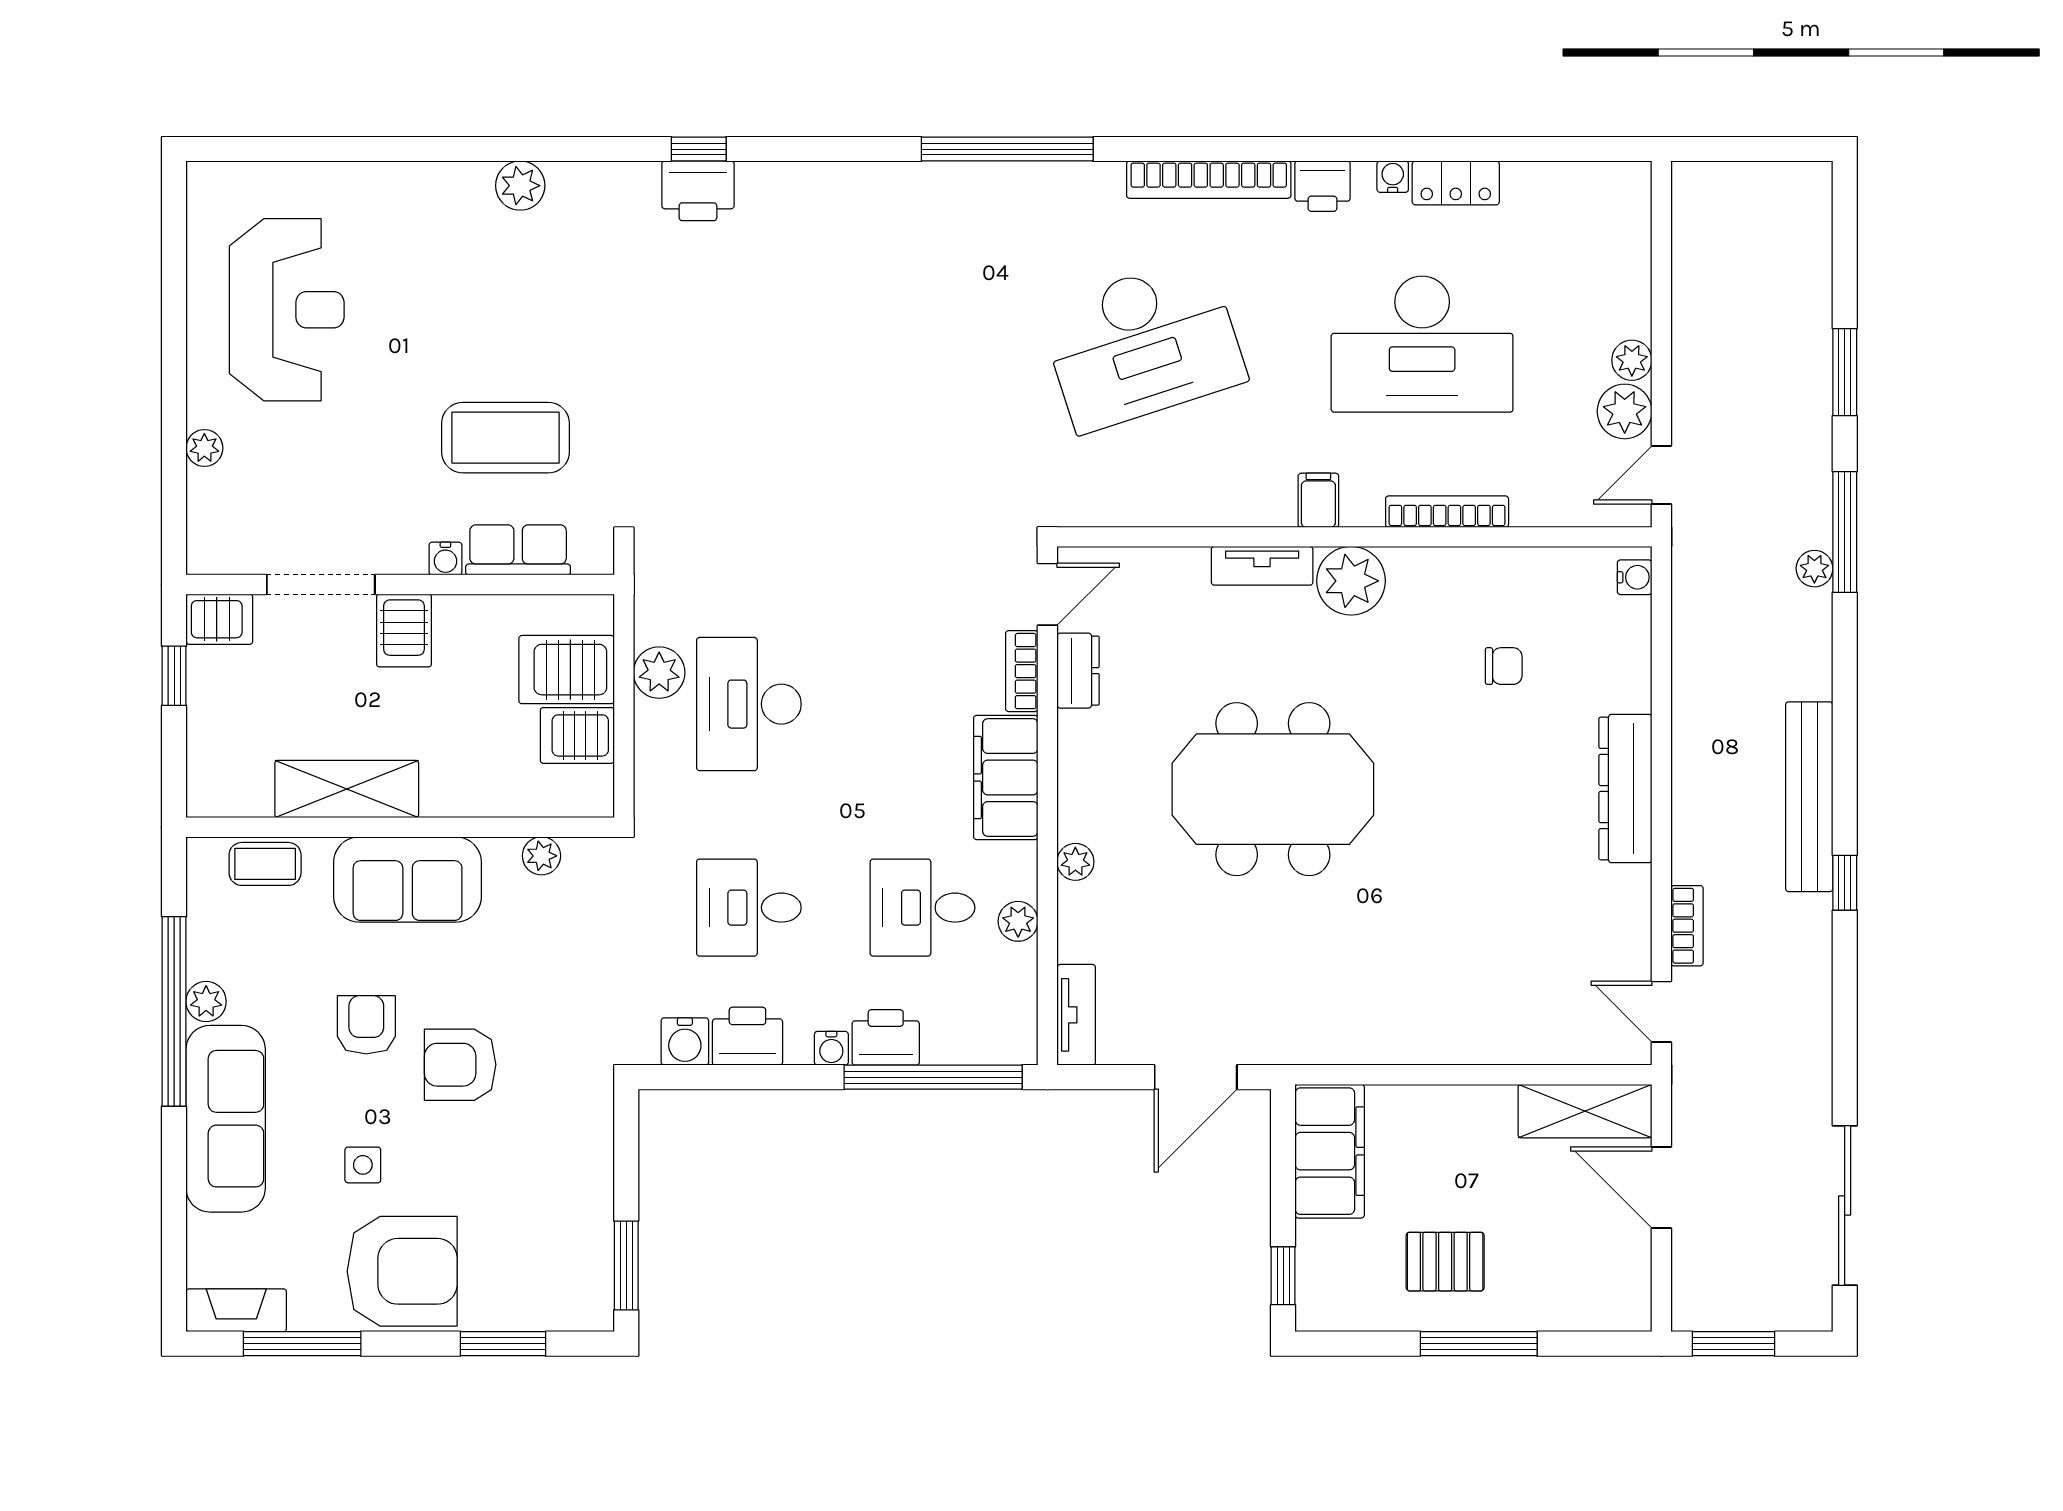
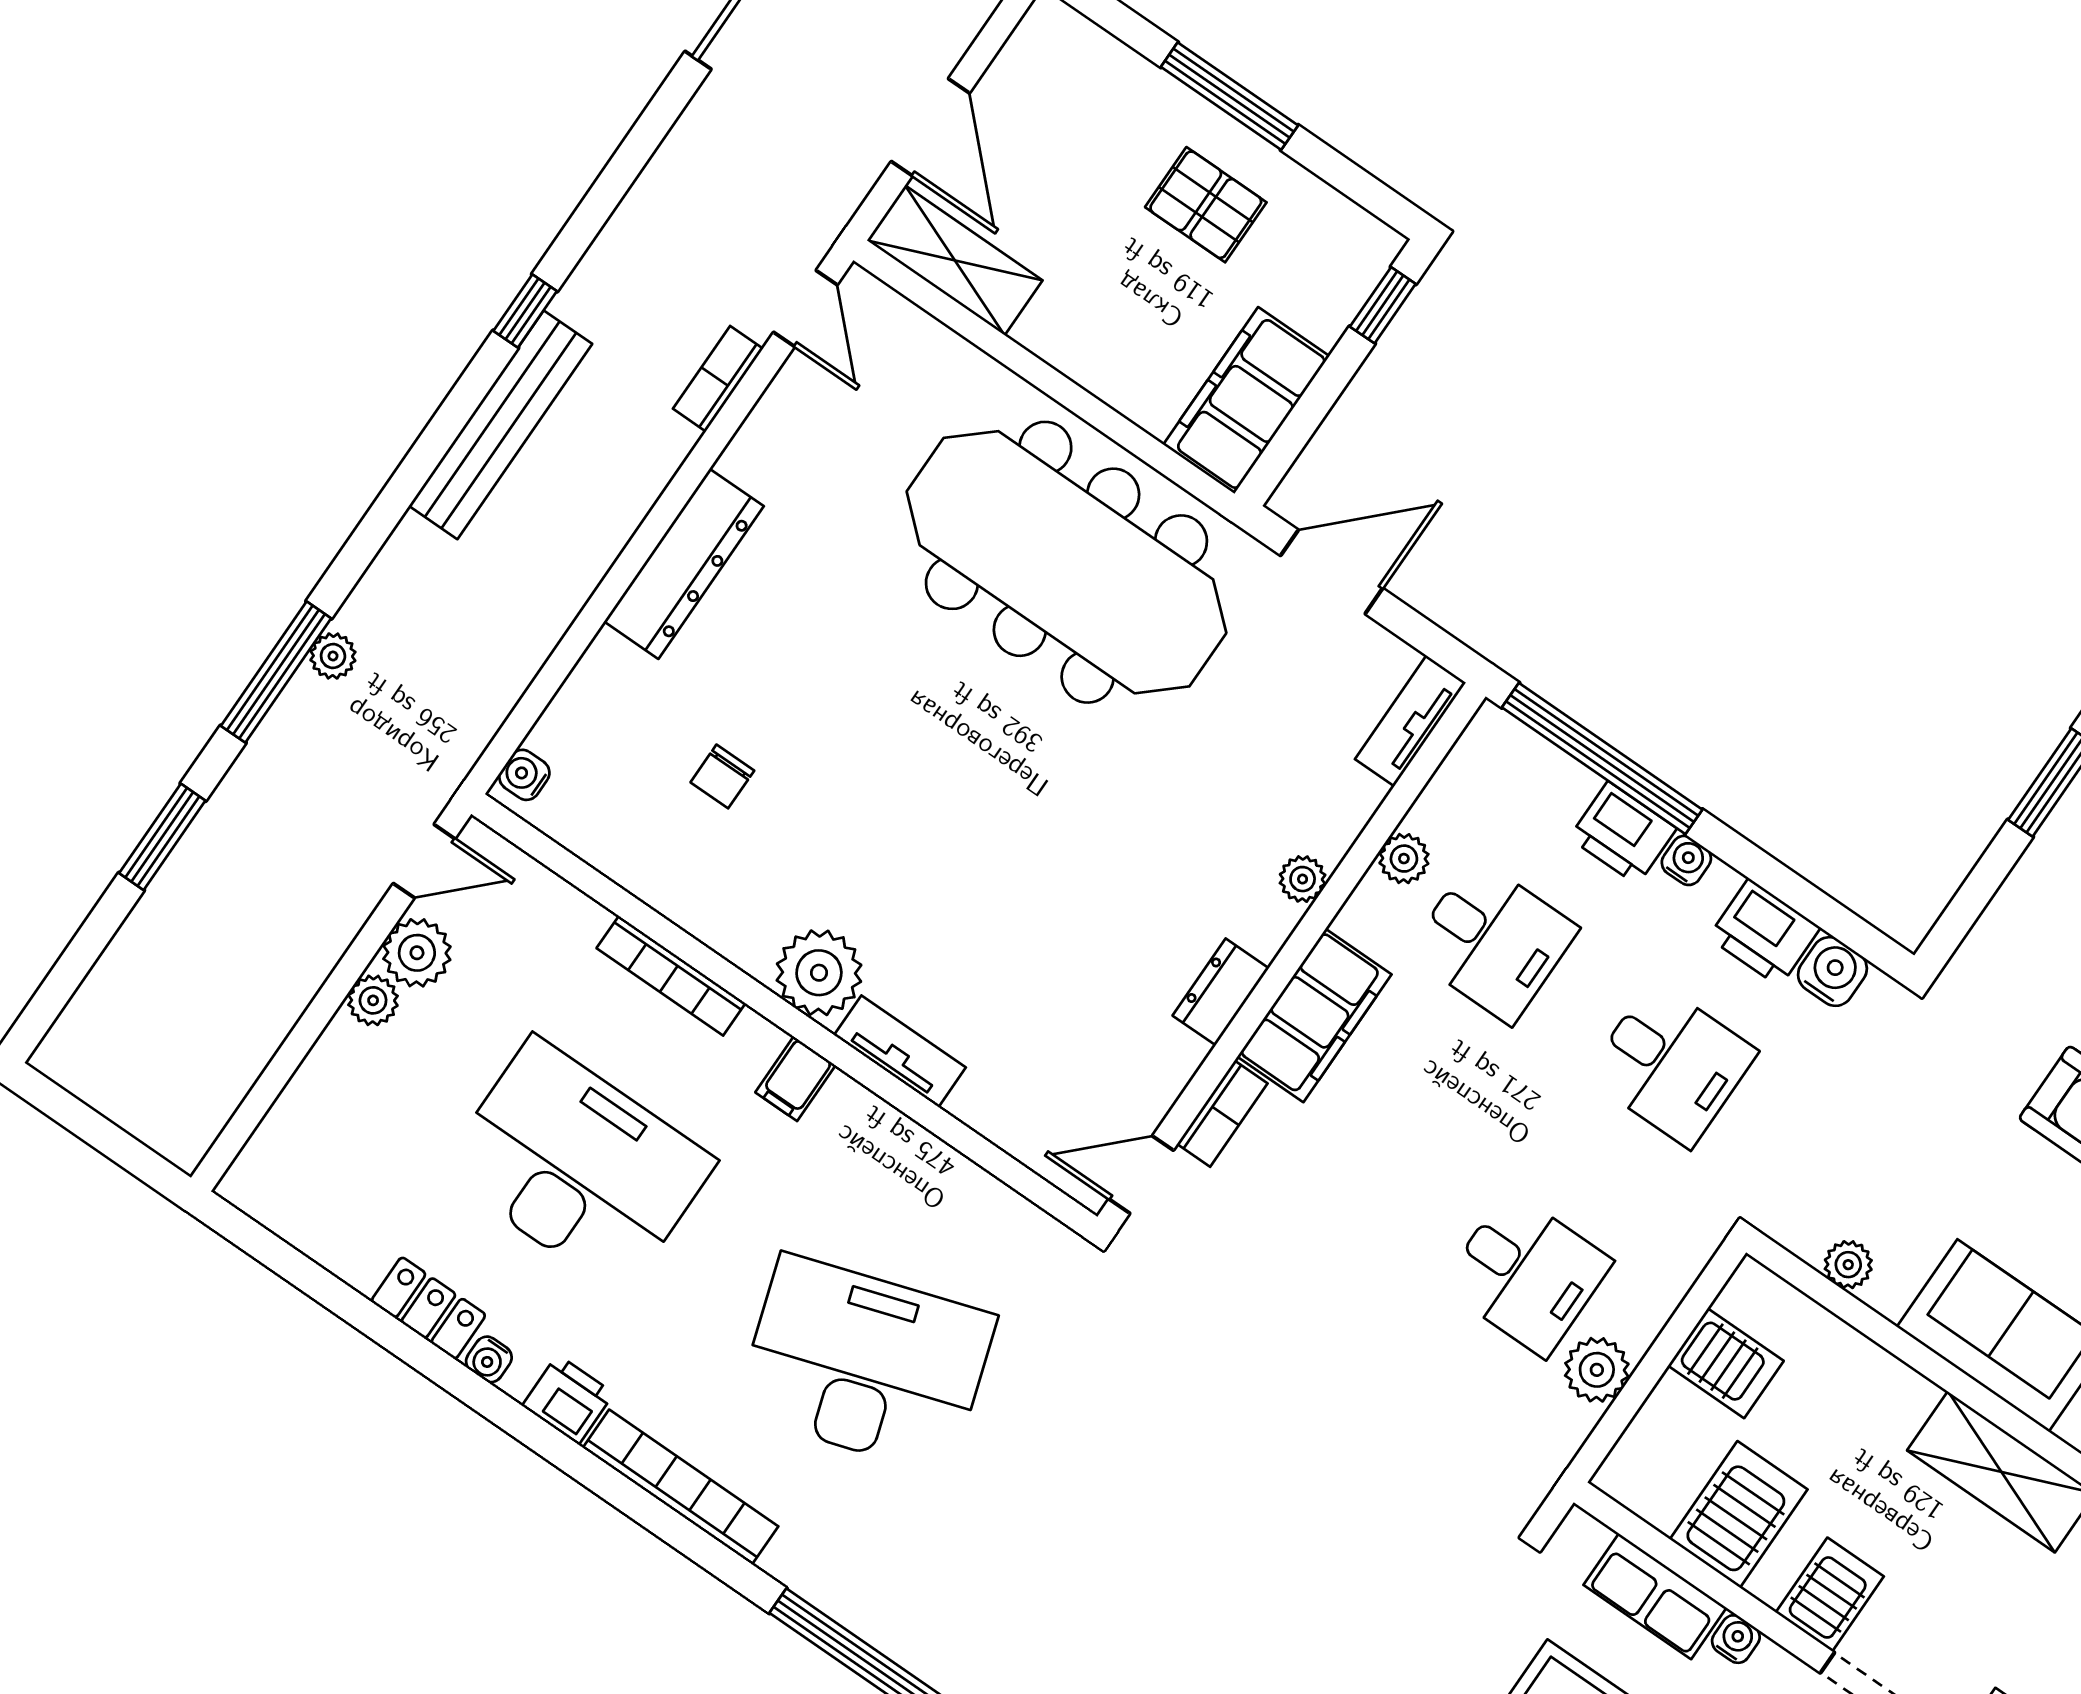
chair: (1504, 666) -> (722, 776), turned -90
server rack: (567, 670) -> (1739, 1514), moved, turned -90
dresser: (1078, 671) -> (1221, 992), moved
desk: (749, 704) -> (1527, 1274), width x0.73
meeting table: (1273, 789) -> (1066, 562), moved, width x1.36

